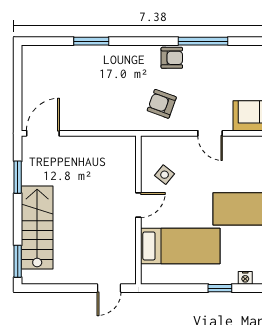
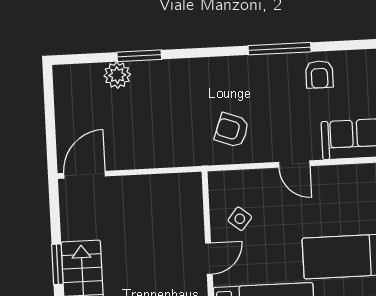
plant: (73, 56) -> (117, 75), added
armchair: (172, 58) -> (319, 74), moved, turned 90
window: (18, 177) -> (57, 264), moved

